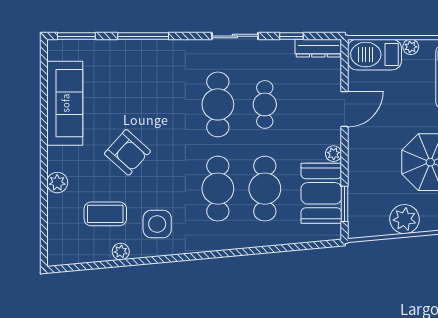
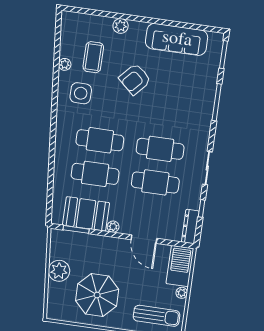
cafe table: (265, 104) -> (155, 182), width x1.37, depth x1.35

